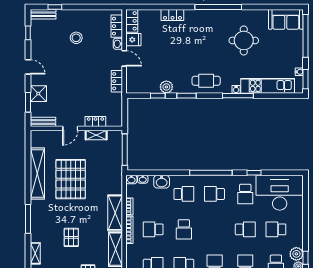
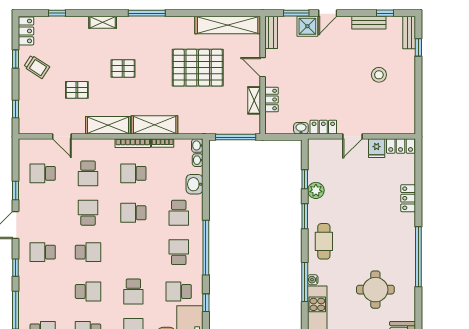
locker: (117, 26) -> (394, 127), removed
washbasin: (118, 44) -> (301, 128), moved
bench: (35, 46) -> (369, 23), added
door: (28, 67) -> (328, 13), moved
shelving: (37, 174) -> (228, 25), moved
school desk: (153, 229) -> (133, 173), turned -90

